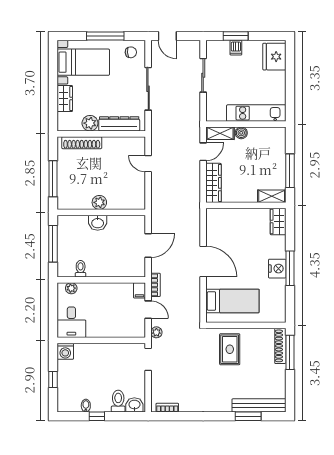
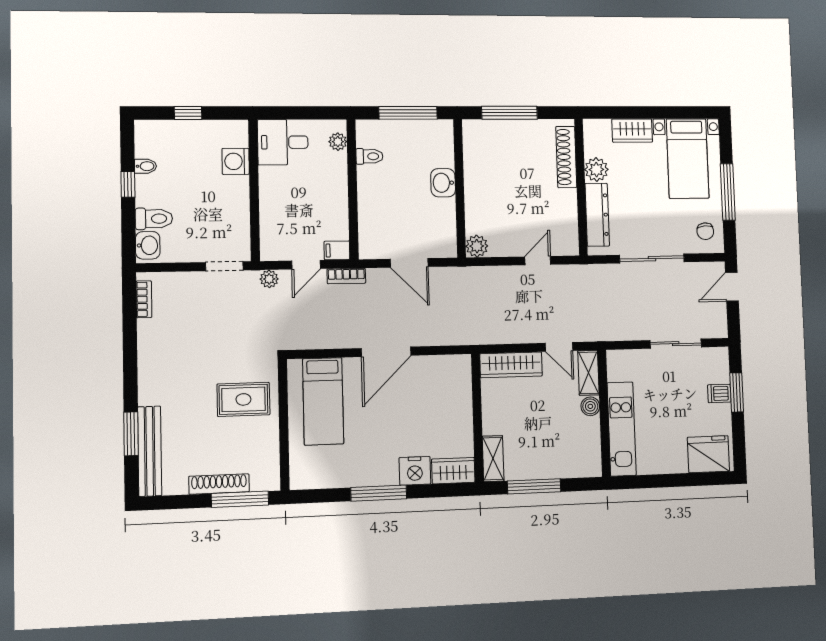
plant: (99, 202) -> (477, 246), moved
nightstand: (277, 269) -> (415, 471), moved
shoe rack: (280, 346) -> (219, 484), moved
washing machine: (65, 351) -> (236, 161), moved

